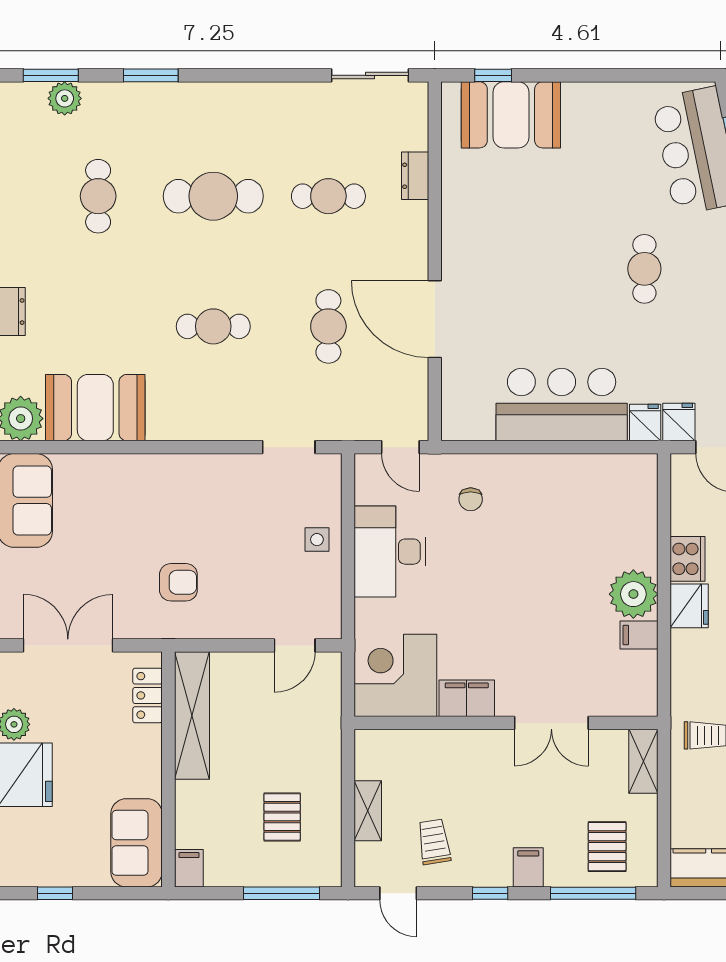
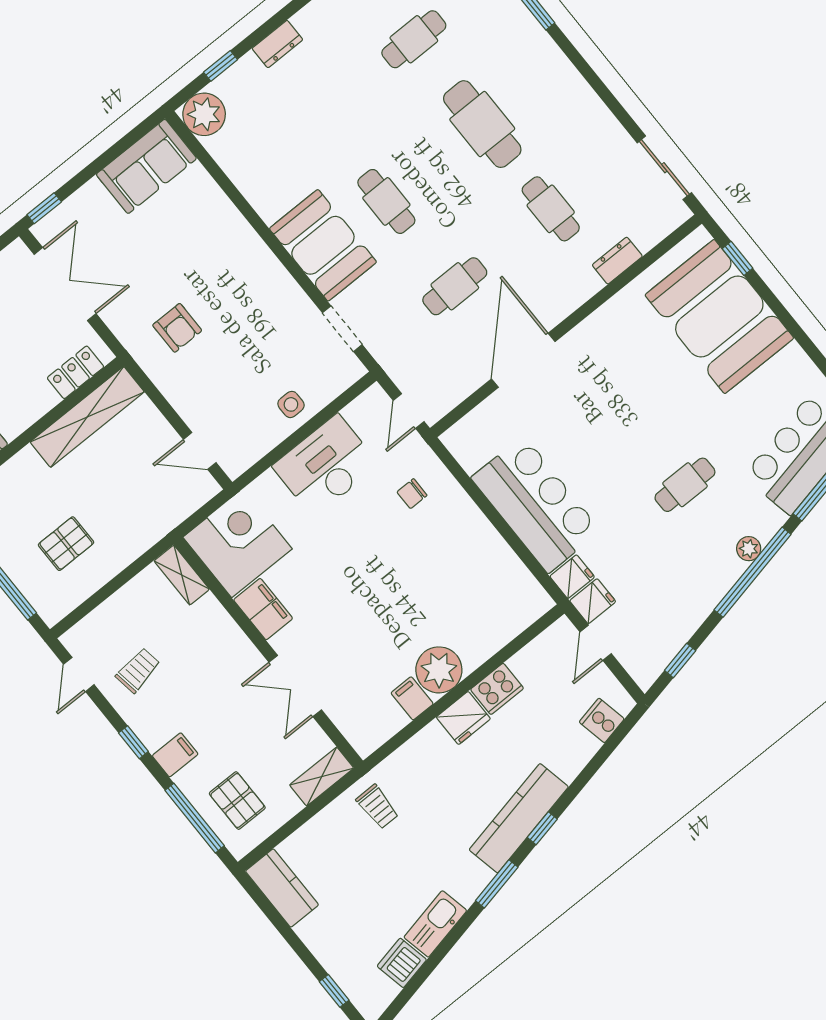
booth: (511, 115) -> (719, 317), width x1.36, depth x1.42
booth: (95, 408) -> (323, 245), moved
shelving: (368, 811) -> (182, 575), moved, turned 90
pallet: (607, 847) -> (237, 801), turned 90

